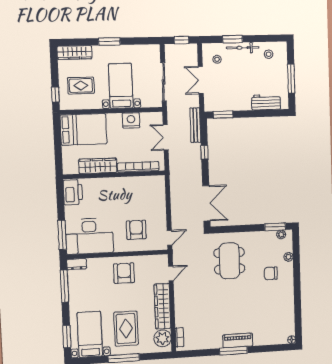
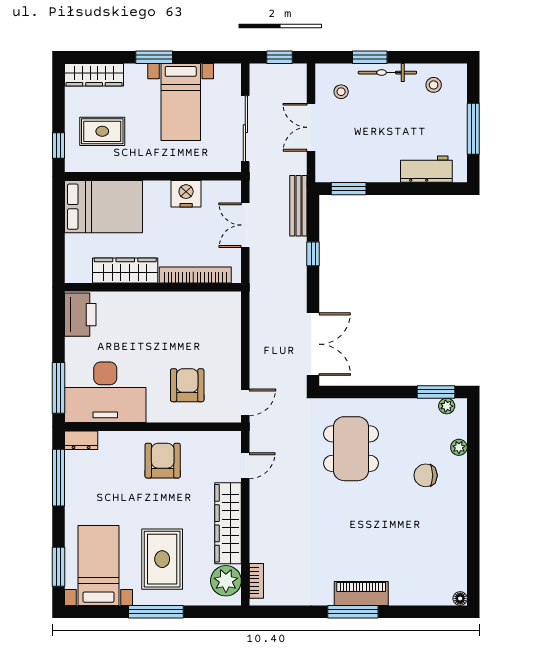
bed with nightstands: (121, 86) -> (181, 102), moved, turned 180

